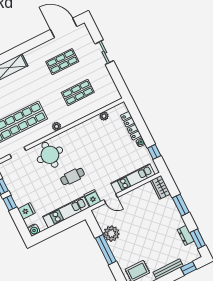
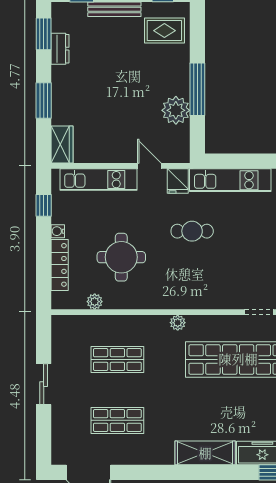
sliding door: (104, 52) -> (44, 384), moved
round table: (50, 155) -> (121, 257), moved

